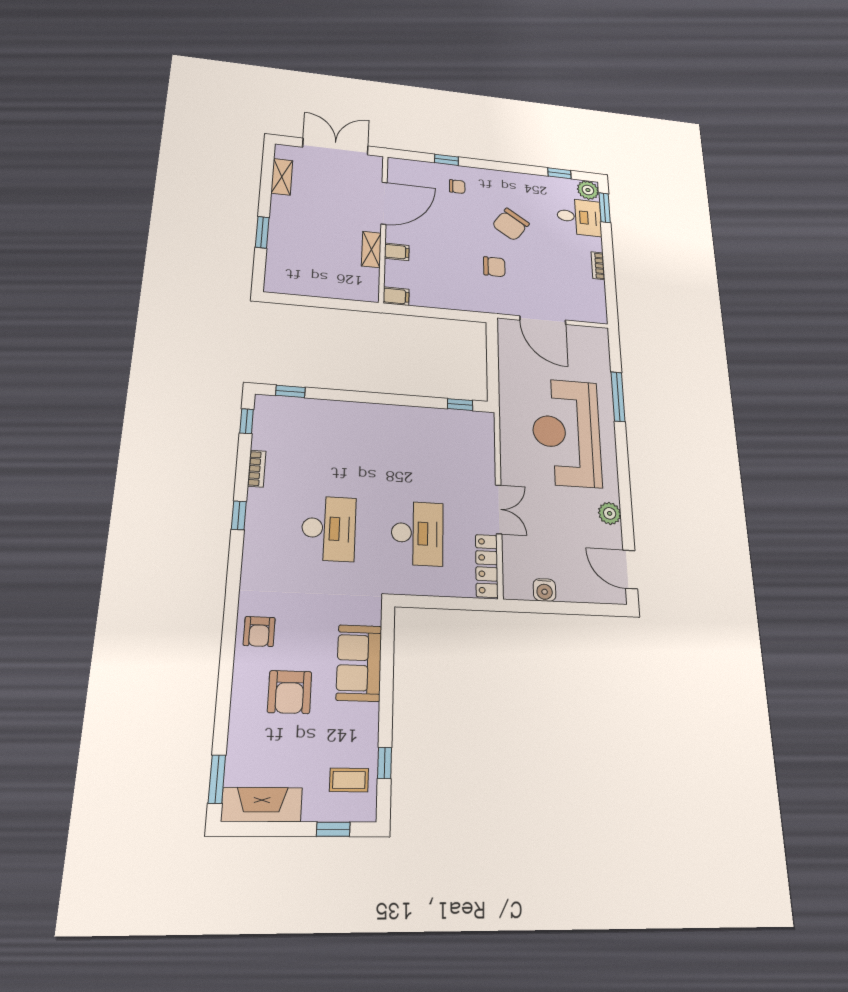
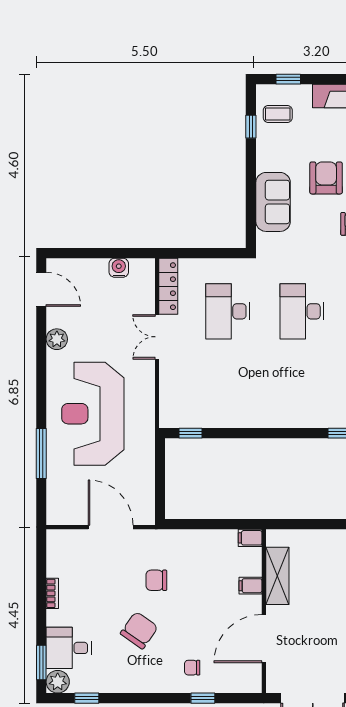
shelving: (371, 249) -> (277, 576), width x1.50, depth x1.33
reception desk: (566, 432) -> (93, 414), turned 180

